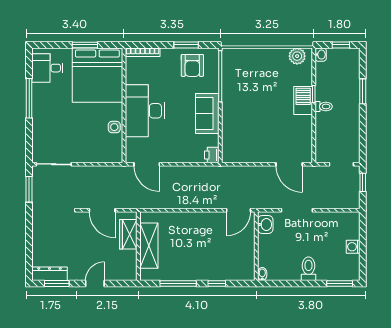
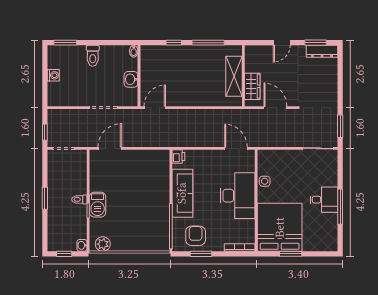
desk: (47, 68) -> (324, 200), moved
window: (363, 91) -> (45, 198), moved
sofa: (207, 114) -> (182, 193), width x1.36
door: (289, 164) -> (110, 148), hinge flipped
washbasin: (265, 224) -> (131, 79), moved

